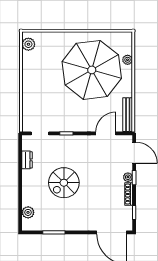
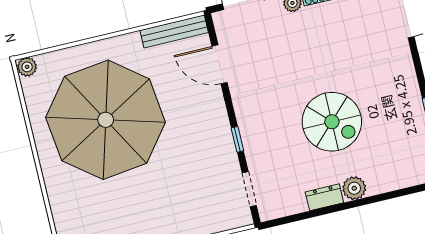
plant: (128, 60) -> (27, 67), moved
dresser: (27, 160) -> (324, 197), moved
plant: (28, 212) -> (354, 188), moved

